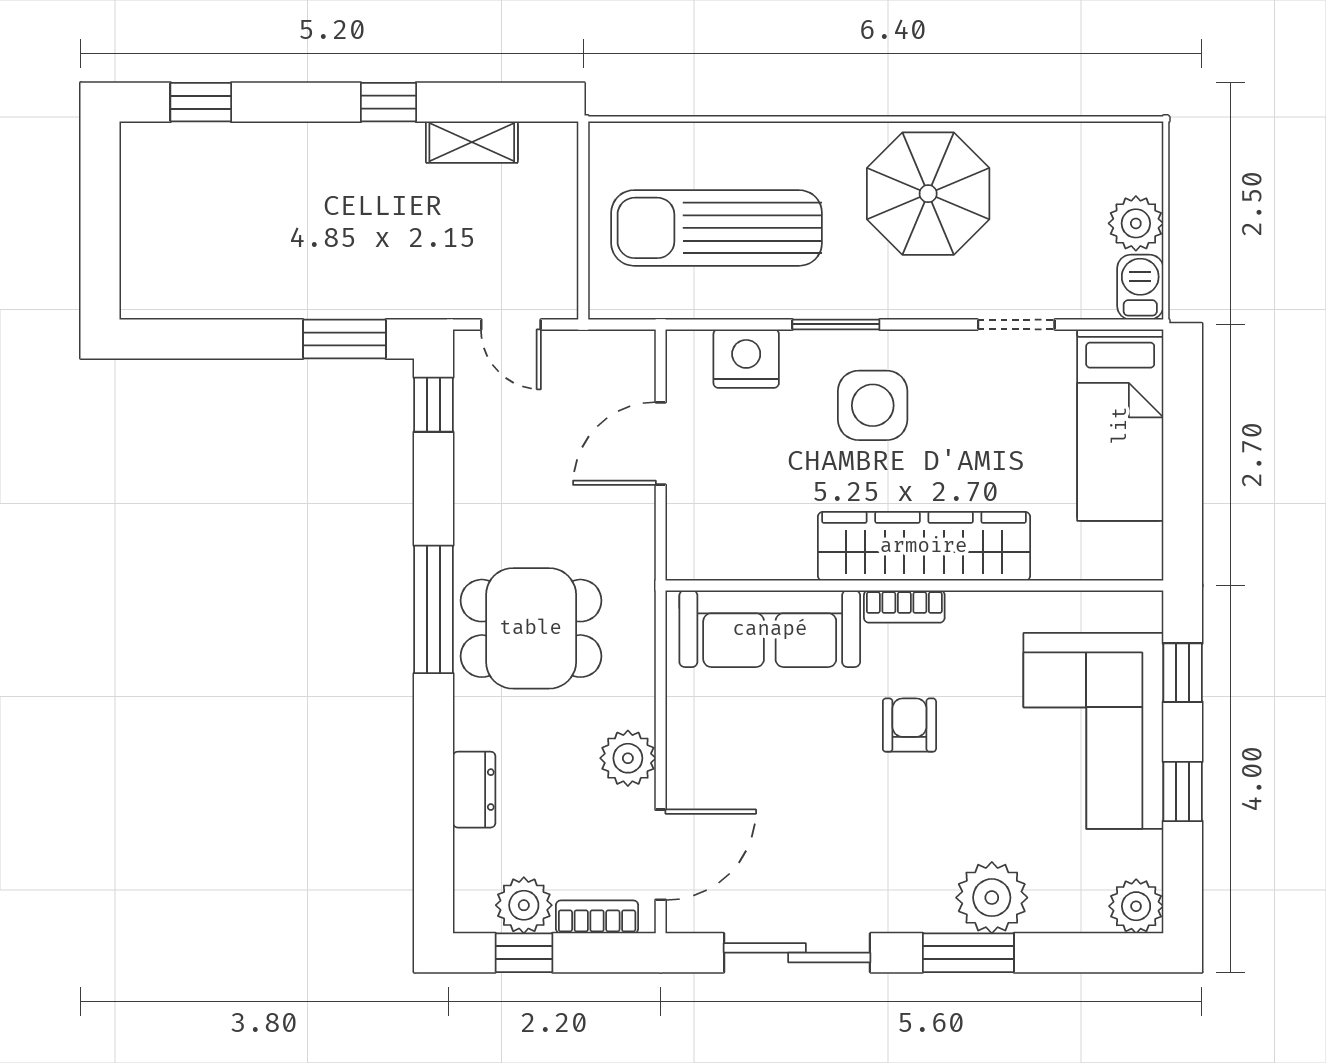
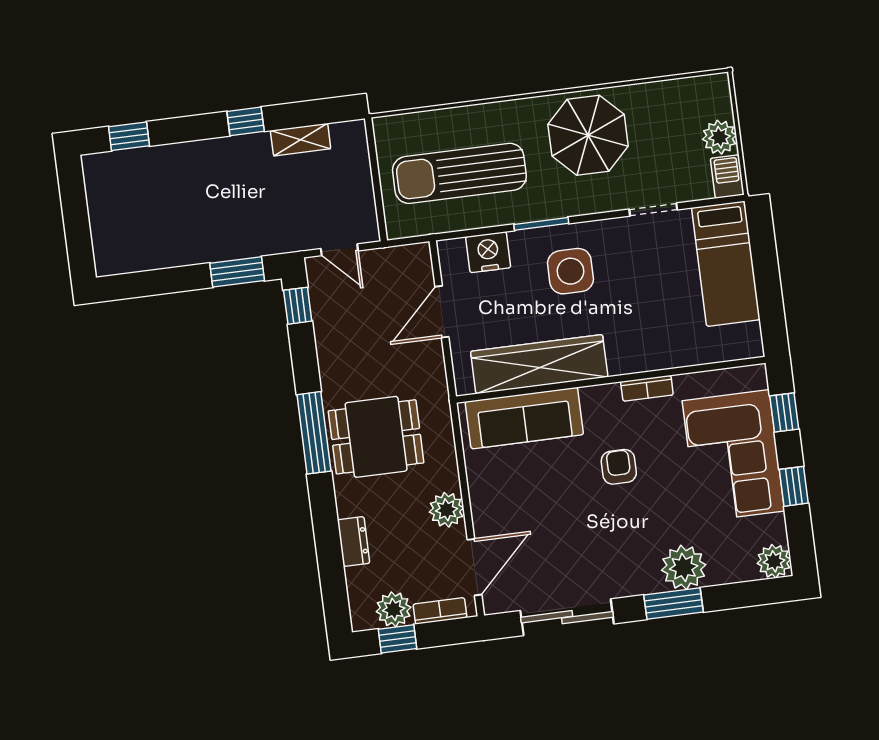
wardrobe: (924, 546) -> (539, 364), moved
bookcase: (904, 606) -> (647, 388), moved

